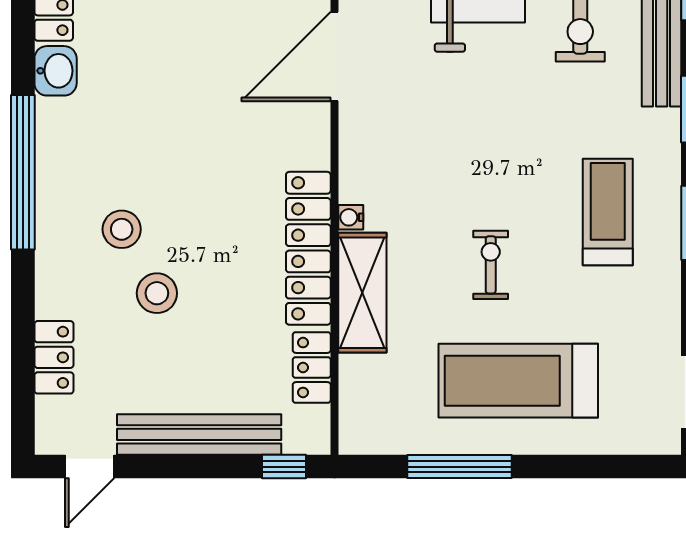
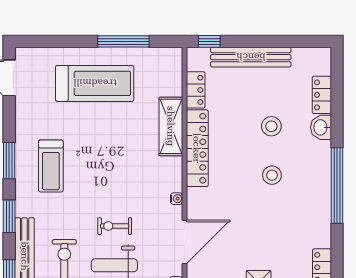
washbasin: (56, 71) -> (321, 127), moved
water cooler: (351, 217) -> (177, 199), moved
stool: (122, 229) -> (272, 175), moved
exercise bike: (491, 265) -> (115, 226), moved, turned 90
door: (90, 467) -> (304, 41), removed

